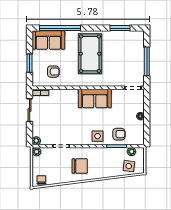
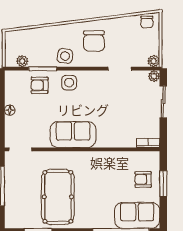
pool table: (90, 54) -> (58, 197), moved
armchair: (53, 72) -> (143, 179), moved
sliding door: (30, 110) -> (163, 102), moved
chair: (80, 166) -> (94, 41), turned -90
side table: (129, 166) -> (65, 56), moved

